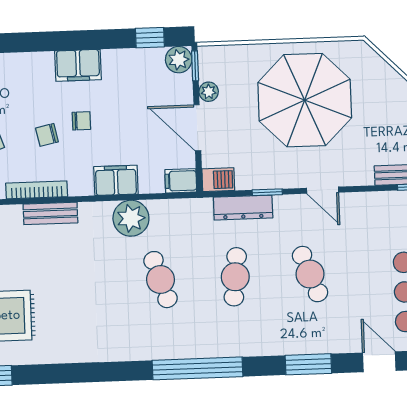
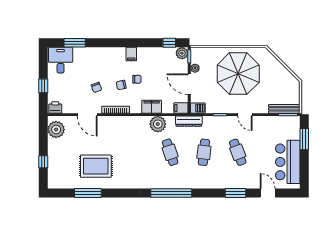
filing cabinet: (78, 65) -> (131, 54), width x0.50
dresser: (243, 208) -> (189, 121), moved
bench: (50, 213) -> (121, 121), removed
window: (198, 368) -> (171, 193), moved

